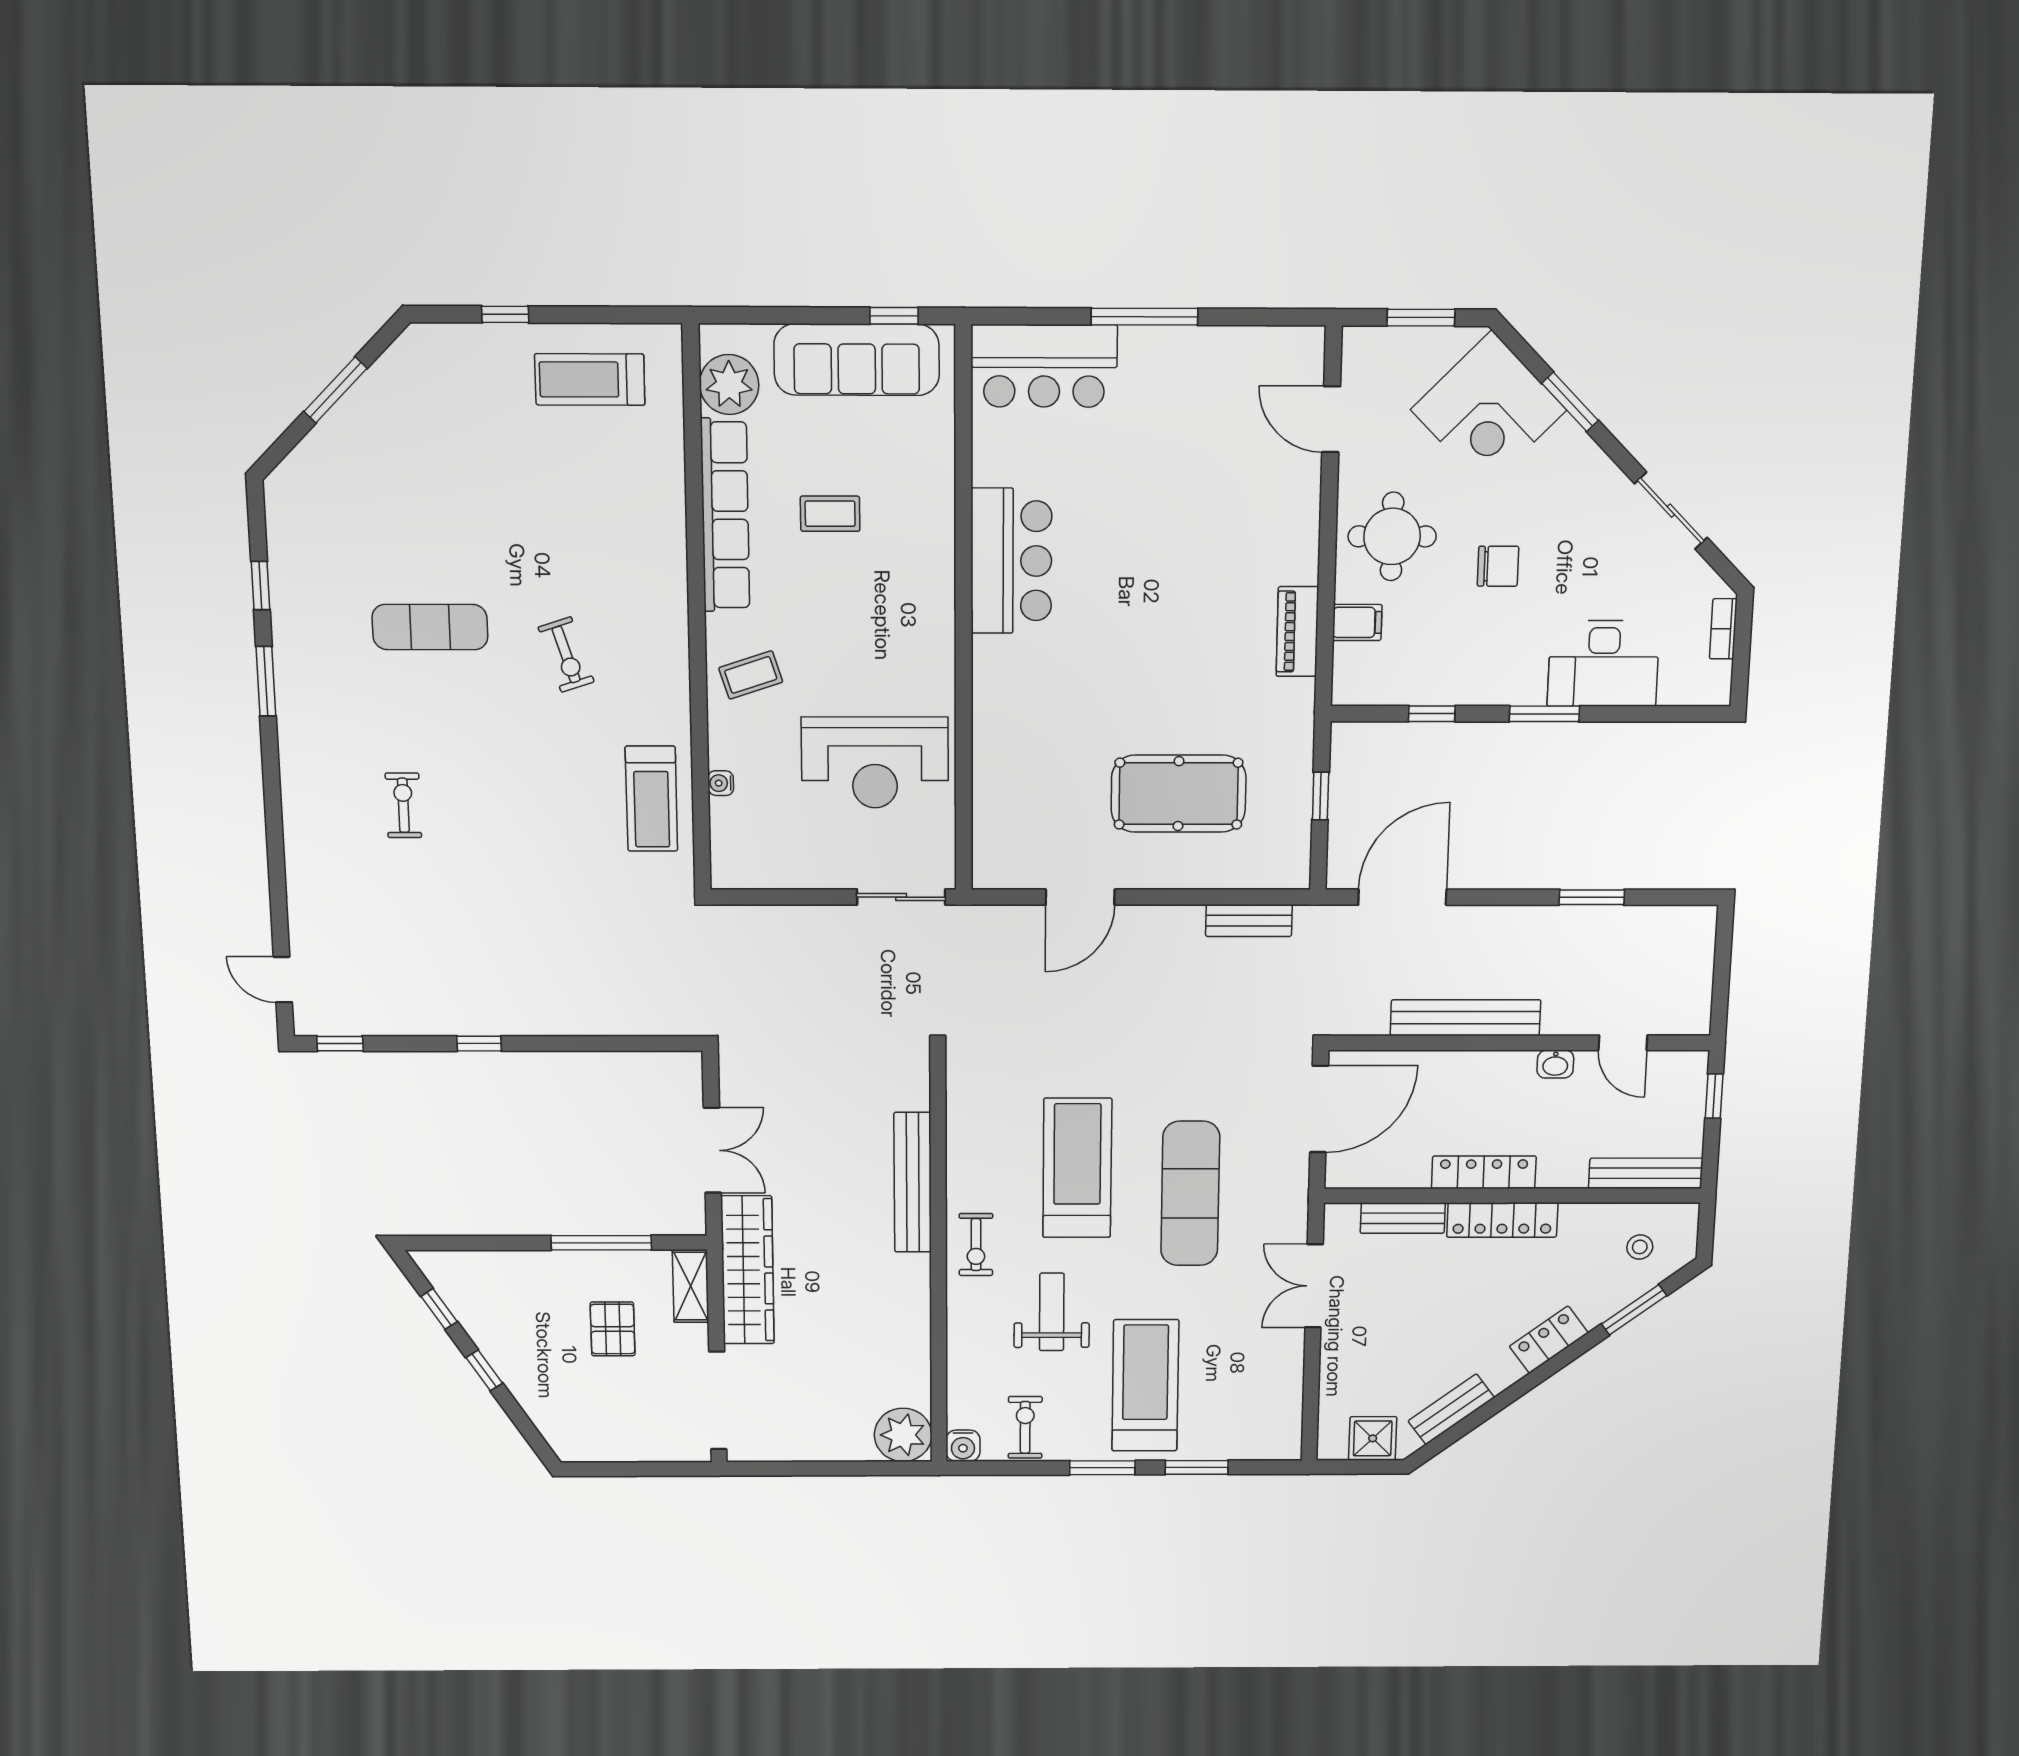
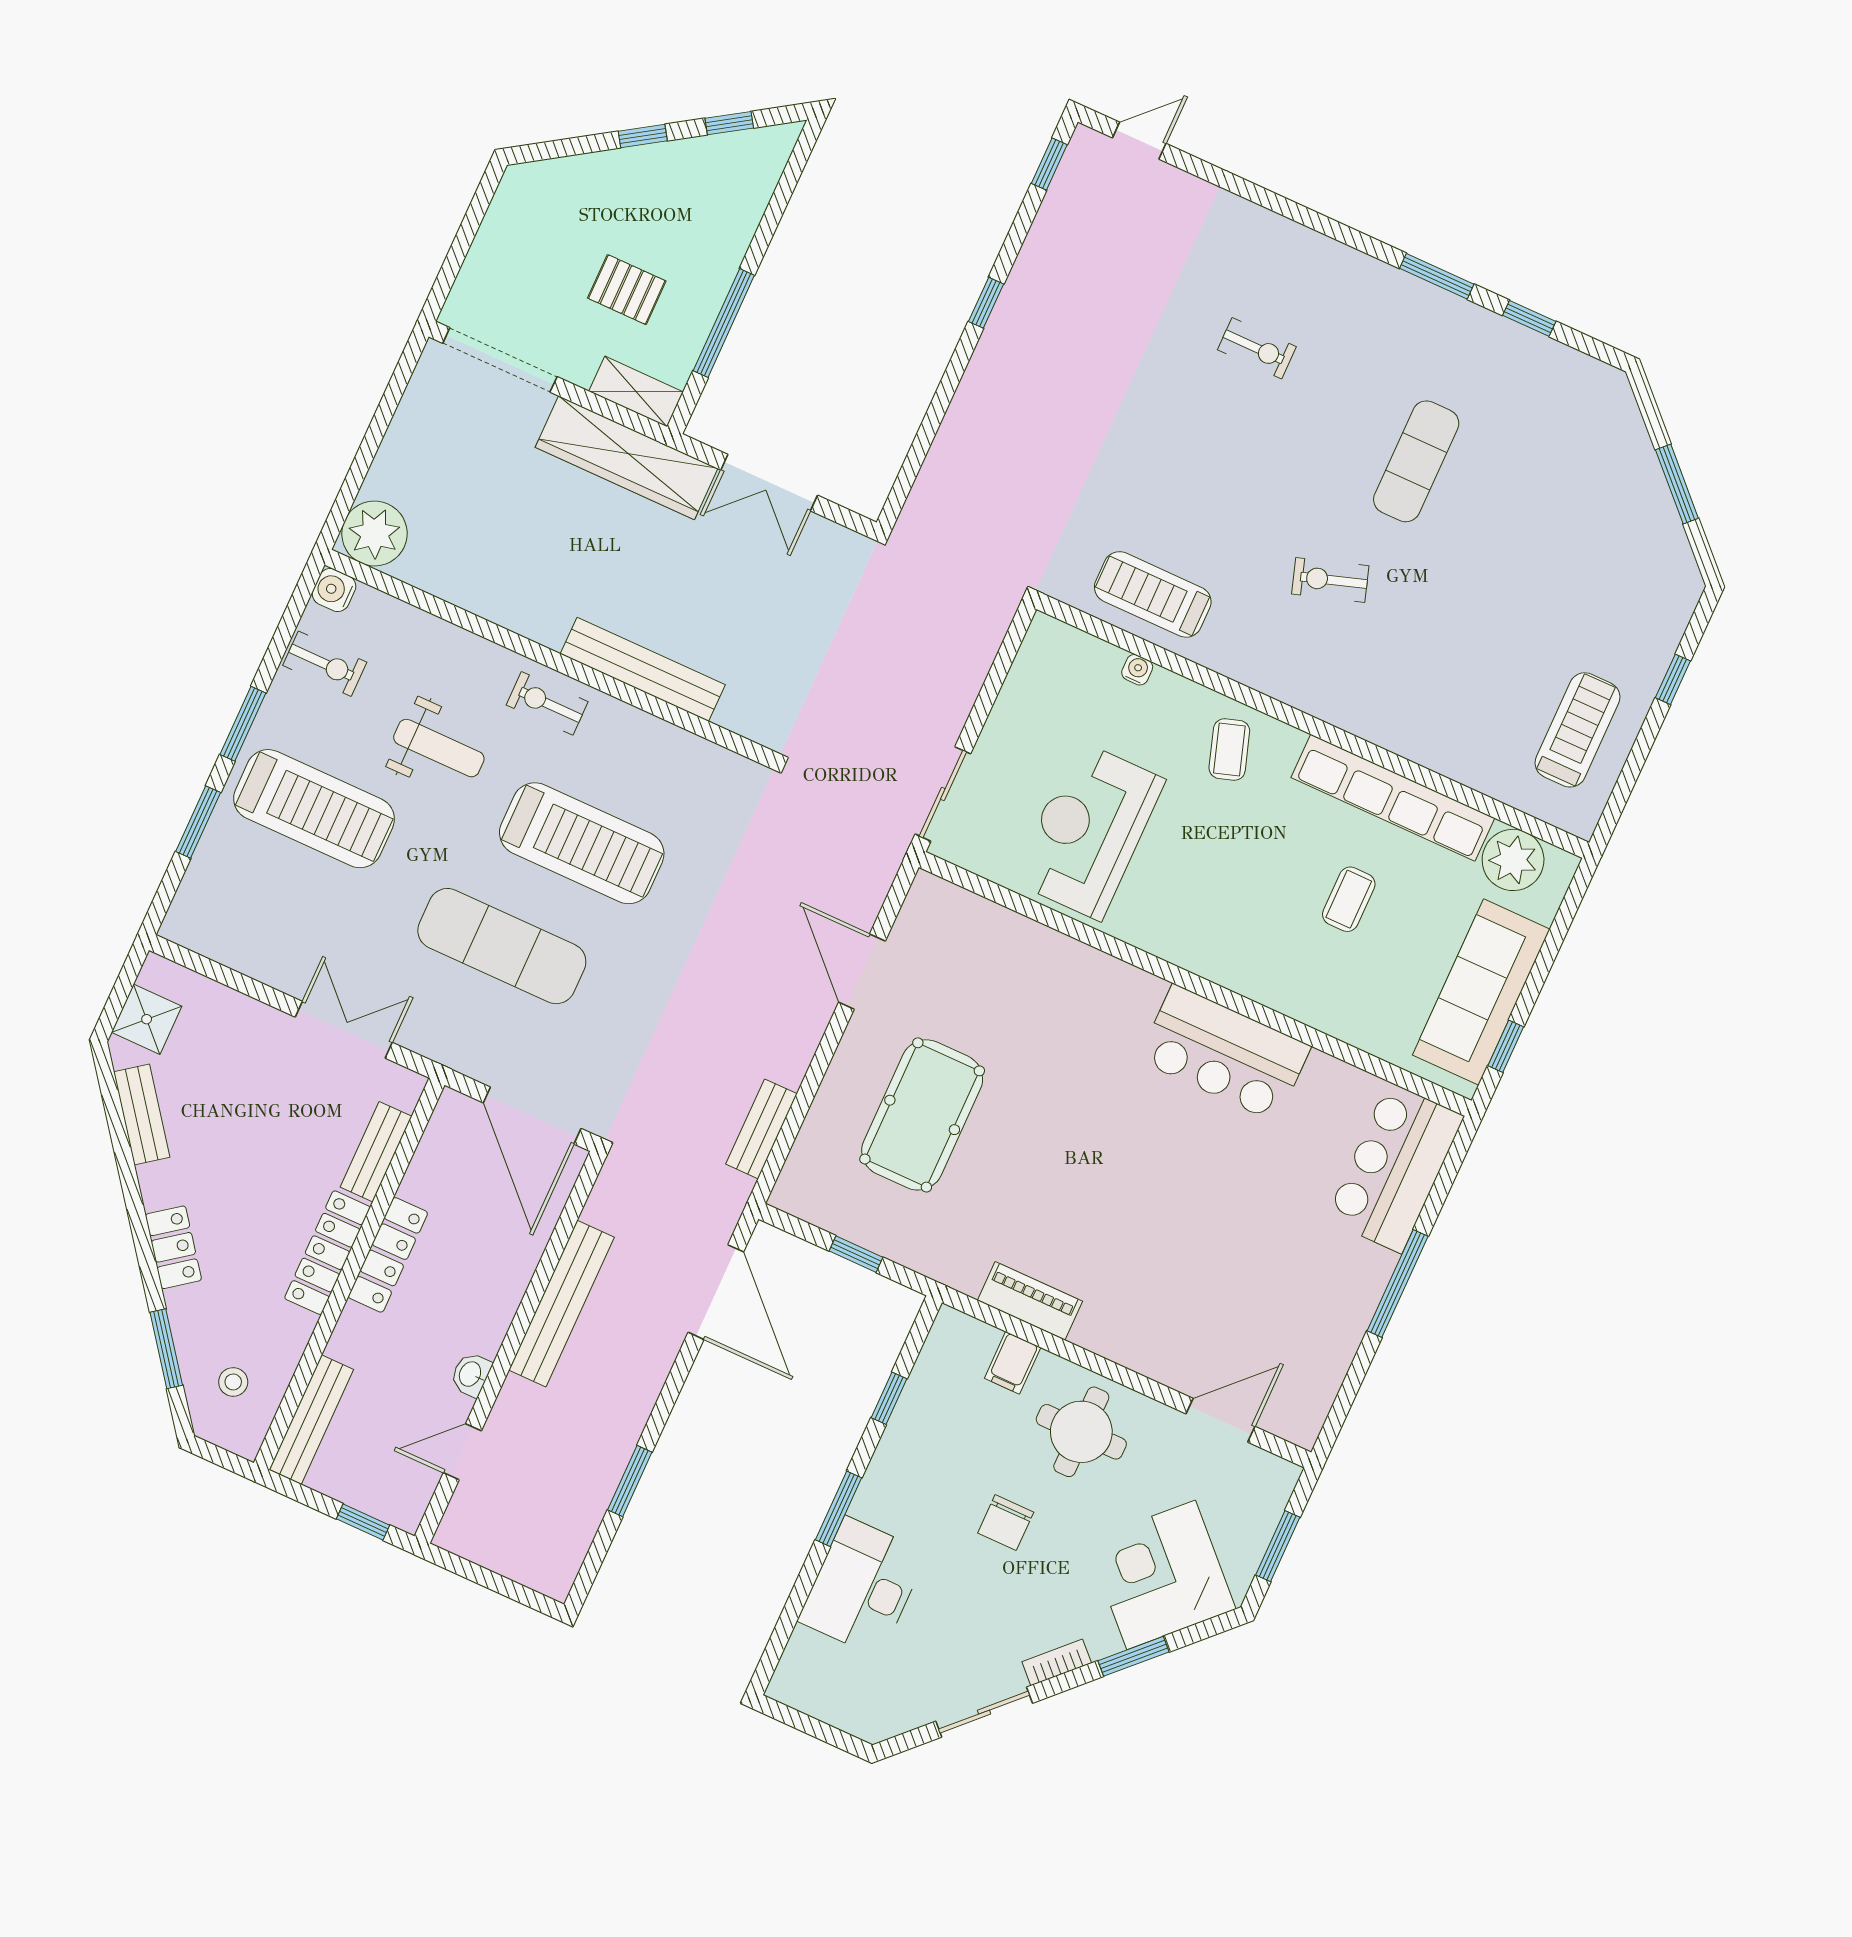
bookcase: (1723, 629) -> (1057, 1662), moved, turned -45

